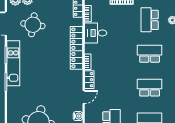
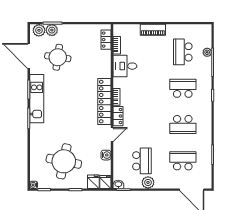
locker: (76, 48) -> (104, 102), moved
school desk: (150, 88) -> (183, 125), turned 180

